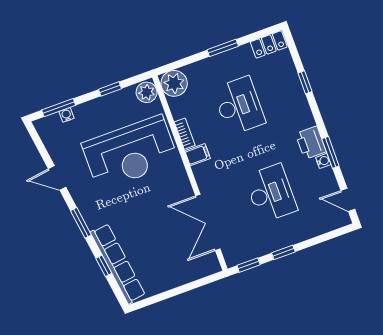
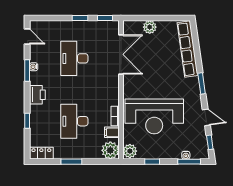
printer: (311, 143) -> (37, 95), moved
reception desk: (130, 153) -> (154, 116), turned 180
filing cabinet: (198, 155) -> (112, 132), moved
window: (104, 266) -> (210, 142), moved
plant: (182, 275) -> (150, 27), added

